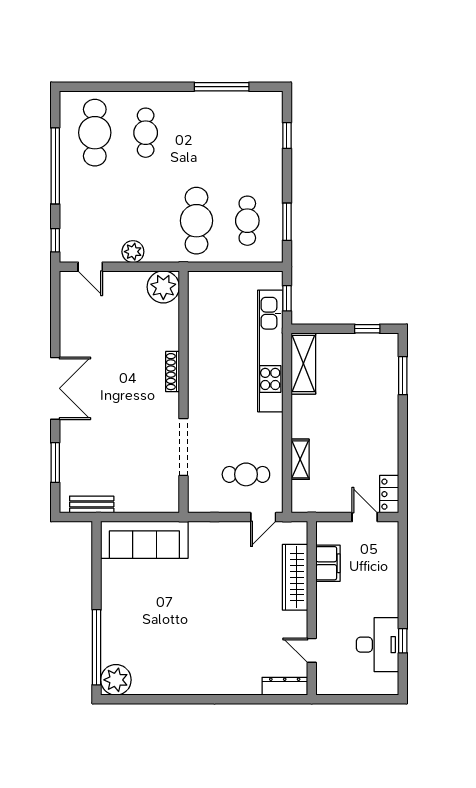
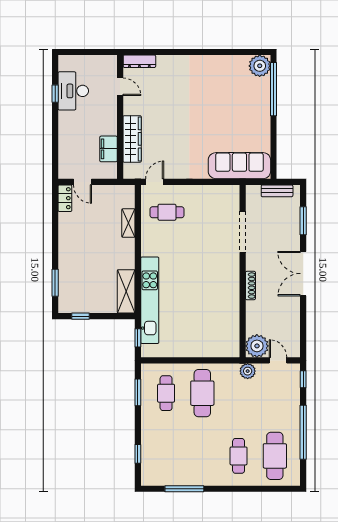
plant: (163, 287) -> (257, 346), moved
shoe rack: (172, 372) -> (250, 286), moved
wall: (183, 392) -> (243, 271), moved
doorway: (183, 447) -> (243, 232), moved

